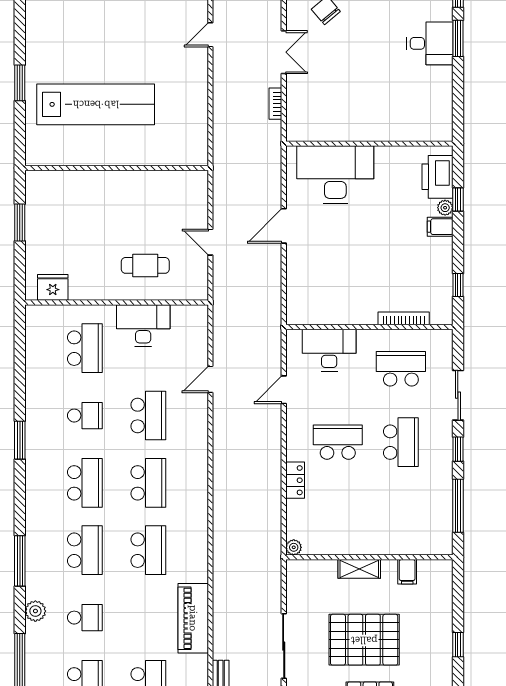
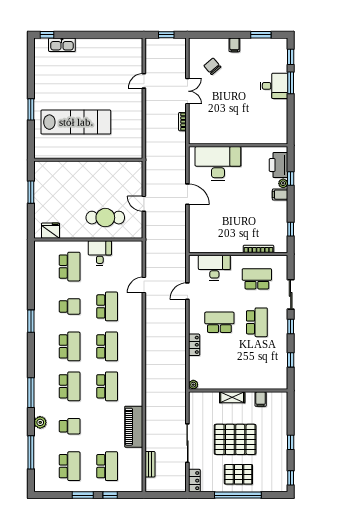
door: (284, 226) -> (187, 194), swing flipped
cafe table: (145, 265) -> (105, 218), width x1.37, depth x1.35
desk: (143, 325) -> (100, 253), width x0.73
window: (458, 506) -> (291, 360), width x0.46

